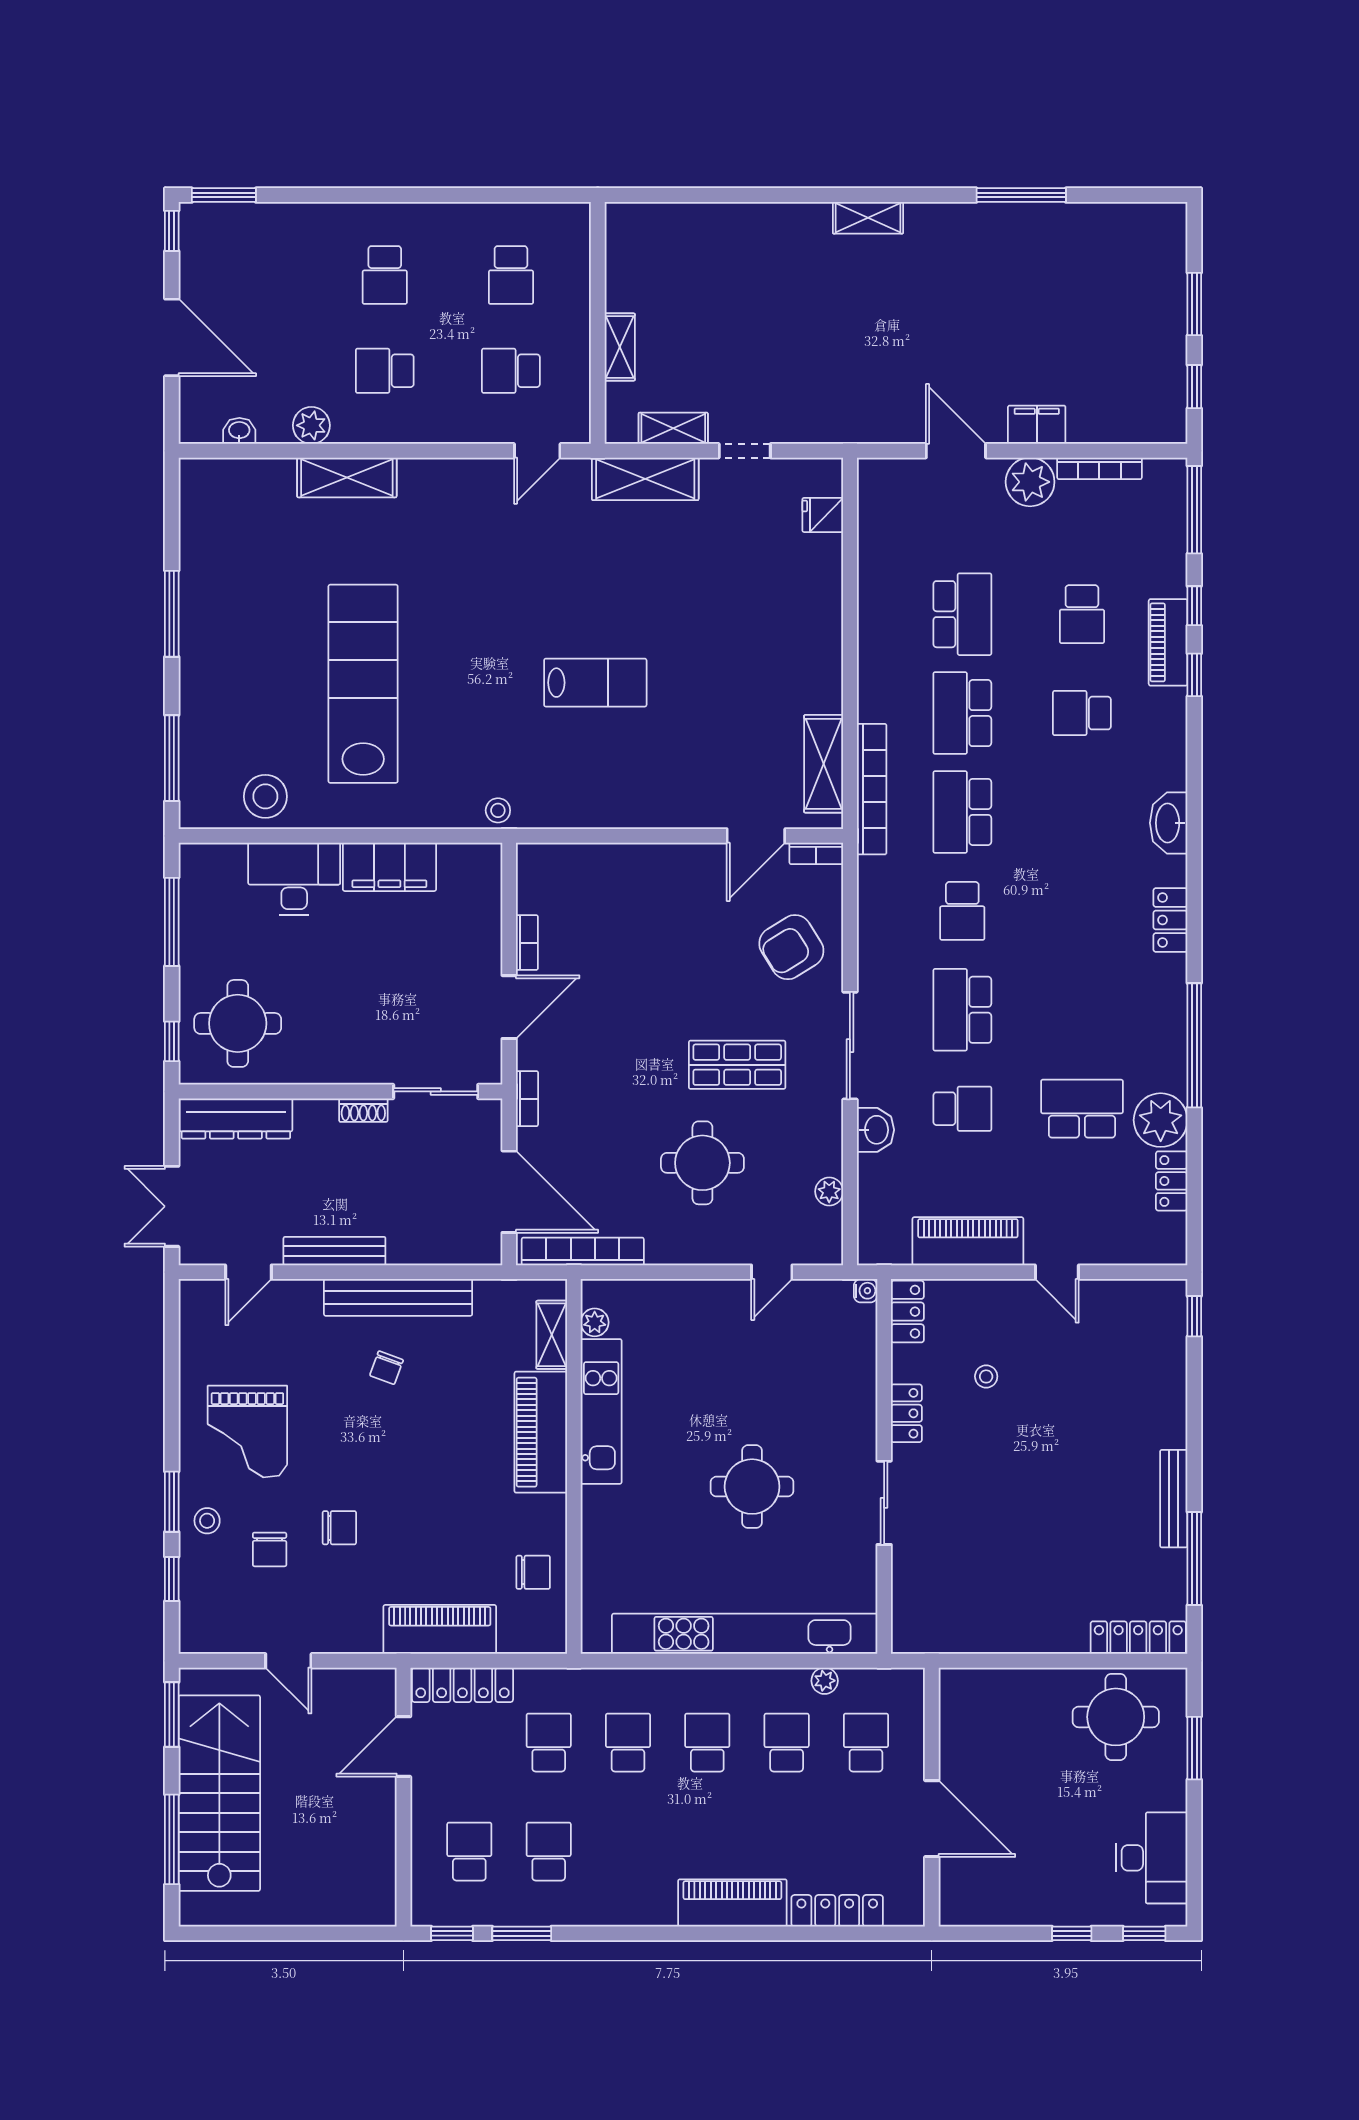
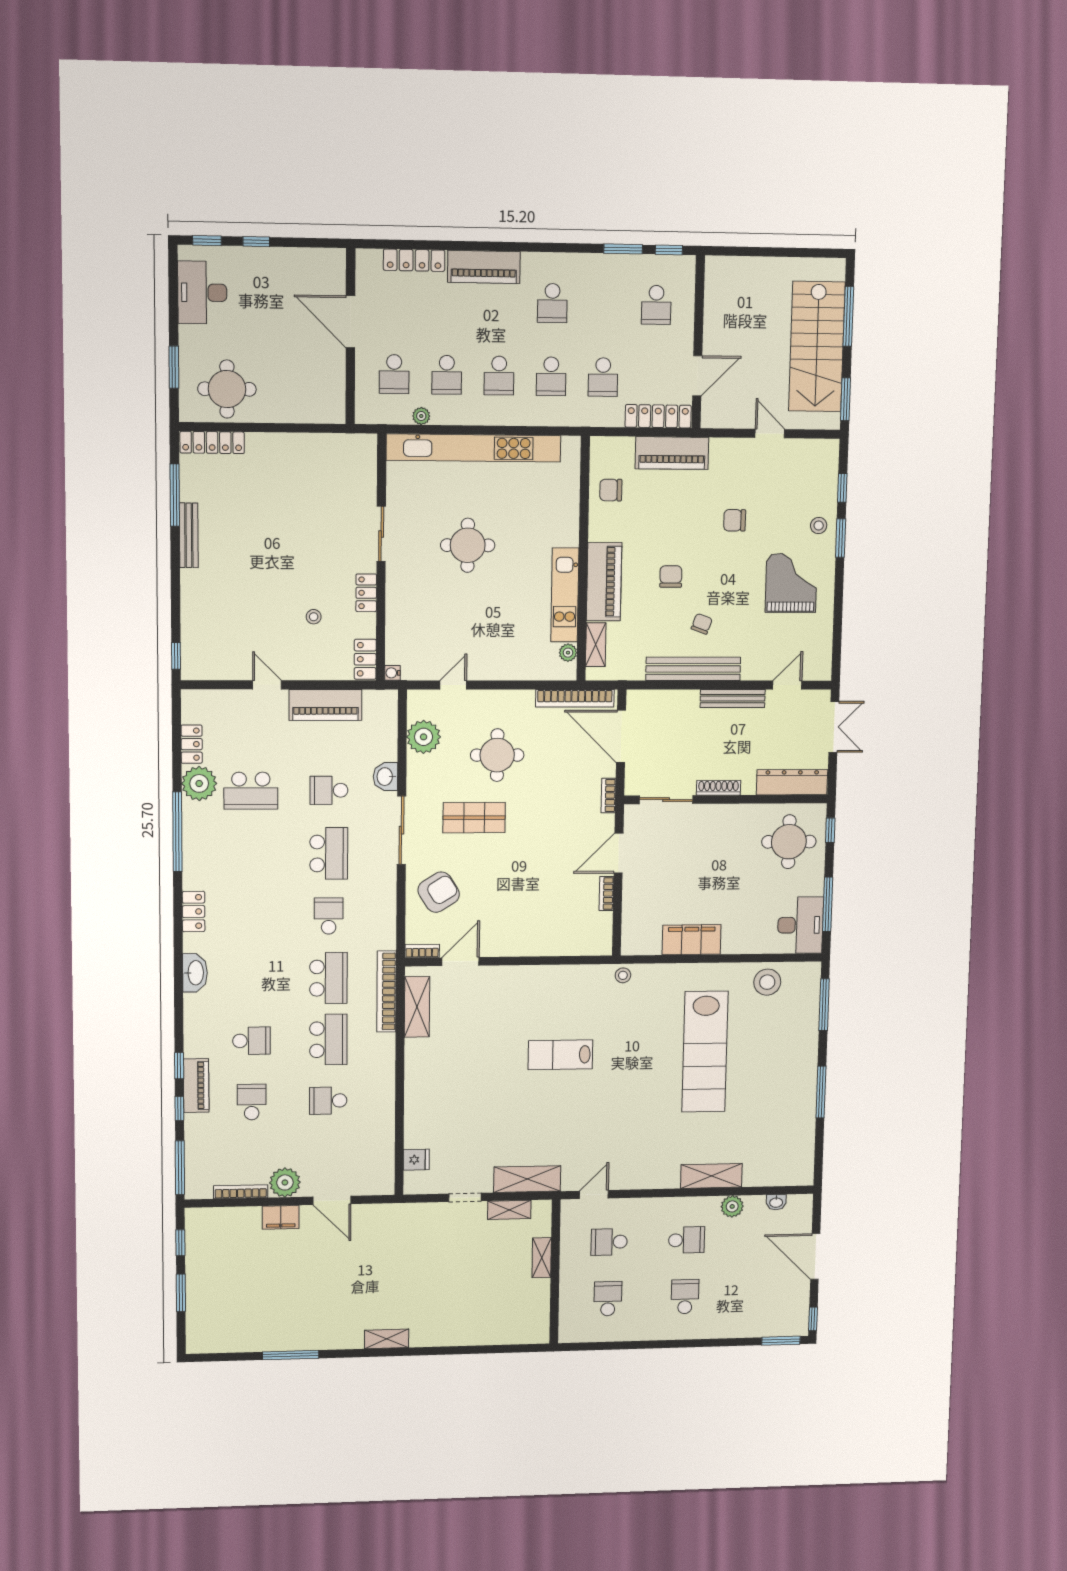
school desk: (511, 371) -> (609, 1242), turned 180
school desk: (962, 614) -> (328, 1101), width x0.54
desk: (294, 879) -> (800, 925), moved, turned -90
shoe rack: (363, 1110) -> (718, 788), width x1.43
plant: (829, 1191) -> (424, 737), width x1.87, depth x1.87
chair: (270, 1549) -> (671, 576), moved
school desk: (549, 1852) -> (552, 303), moved

